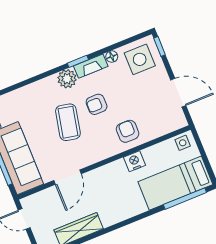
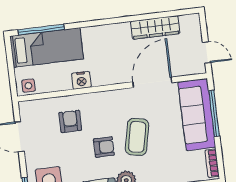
armchair: (128, 131) -> (70, 121), moved, turned 180
door: (67, 177) -> (152, 82), width x1.36

